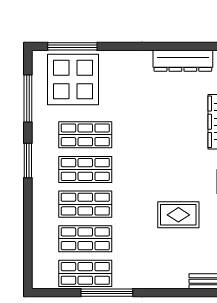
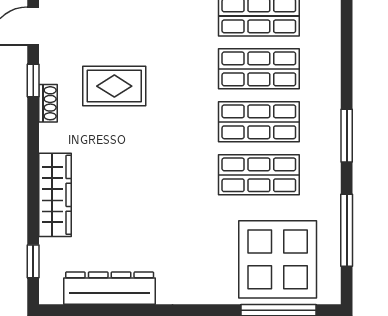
rug: (178, 215) -> (114, 86), moved

